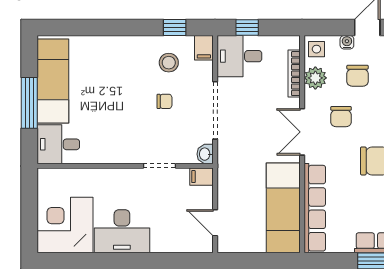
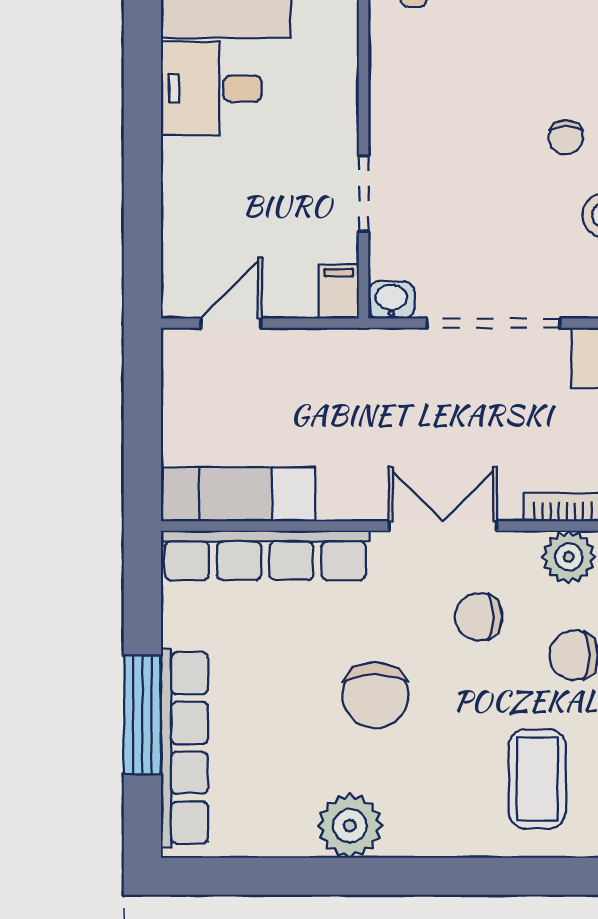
chair: (165, 101) -> (566, 137), moved
exam couch: (283, 208) -> (238, 494), width x0.73, depth x0.69
desk: (122, 231) -> (211, 89), width x0.73

